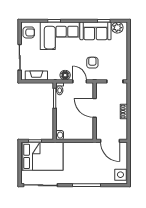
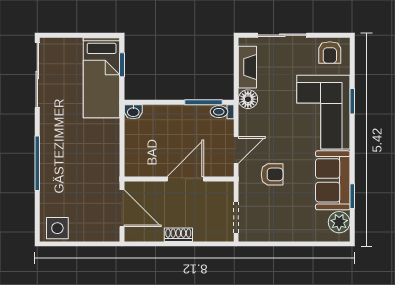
floor lamp: (65, 75) -> (248, 99), moved
door: (110, 141) -> (122, 208), swing flipped
bed: (42, 156) -> (102, 78), width x0.67

